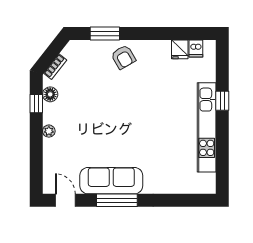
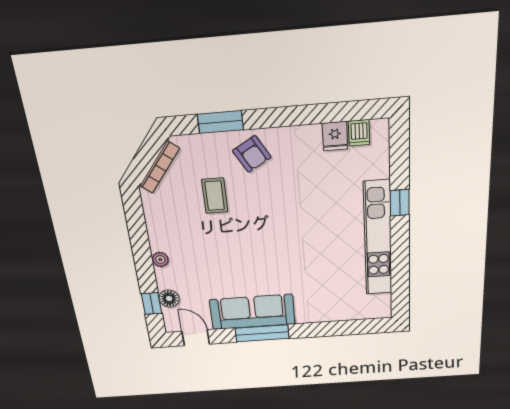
bookcase: (55, 67) -> (160, 167), width x1.56
coffee table: (95, 85) -> (215, 196), added
floor lamp: (50, 94) -> (169, 299), moved
window: (36, 104) -> (152, 304), moved

